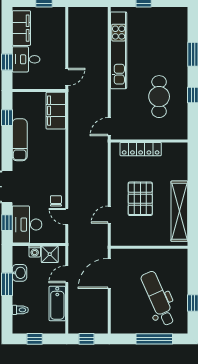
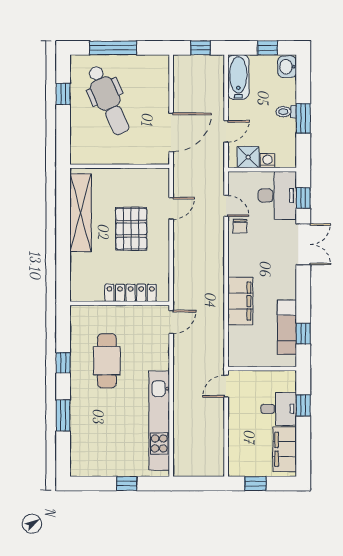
filing cabinet: (56, 111) -> (240, 301), moved
exam couch: (20, 140) -> (287, 327), moved
washbasin: (19, 273) -> (287, 67), moved
bathtub: (57, 304) -> (238, 77), moved
toilet: (20, 310) -> (286, 112), moved

